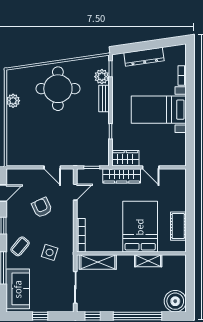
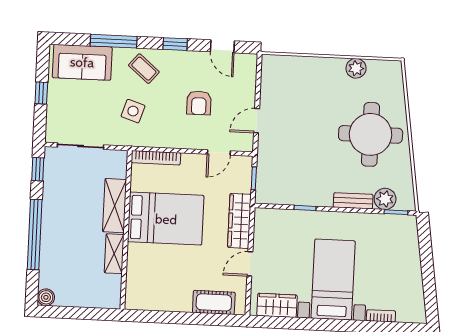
dresser: (144, 57) -> (411, 262), removed
wardrobe: (125, 158) -> (277, 305), moved, turned -90
door: (75, 192) -> (219, 153), hinge flipped
armchair: (42, 207) -> (199, 103), turned 115
cot: (178, 226) -> (214, 302), moved
bed: (140, 227) -> (166, 219), moved
shelving: (98, 262) -> (115, 206), moved
boiler: (175, 301) -> (46, 297), width x0.54, depth x0.54

